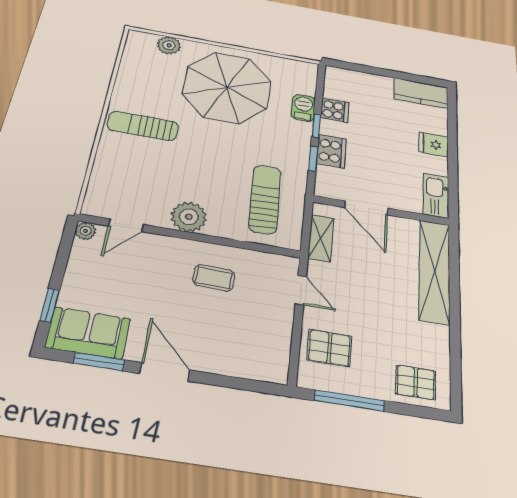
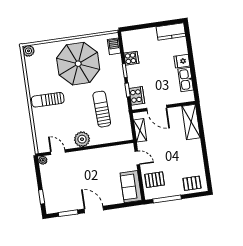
plant: (169, 45) -> (29, 51), moved
barbecue: (303, 108) -> (114, 46), moved
cooker: (331, 151) -> (137, 96), moved
kitchen sink: (436, 196) -> (186, 79), moved
sun lounger: (265, 199) -> (102, 109), moved
door: (126, 225) -> (58, 152), swing flipped
shelving: (434, 271) -> (191, 122), width x0.68
coffee table: (214, 278) -> (101, 164), removed
sofa: (88, 333) -> (131, 187), moved, turned -90

